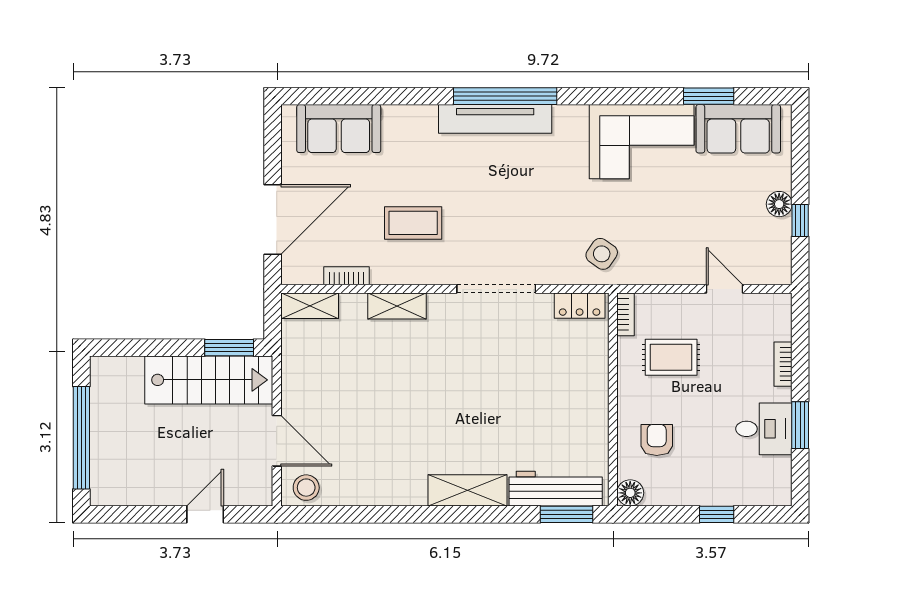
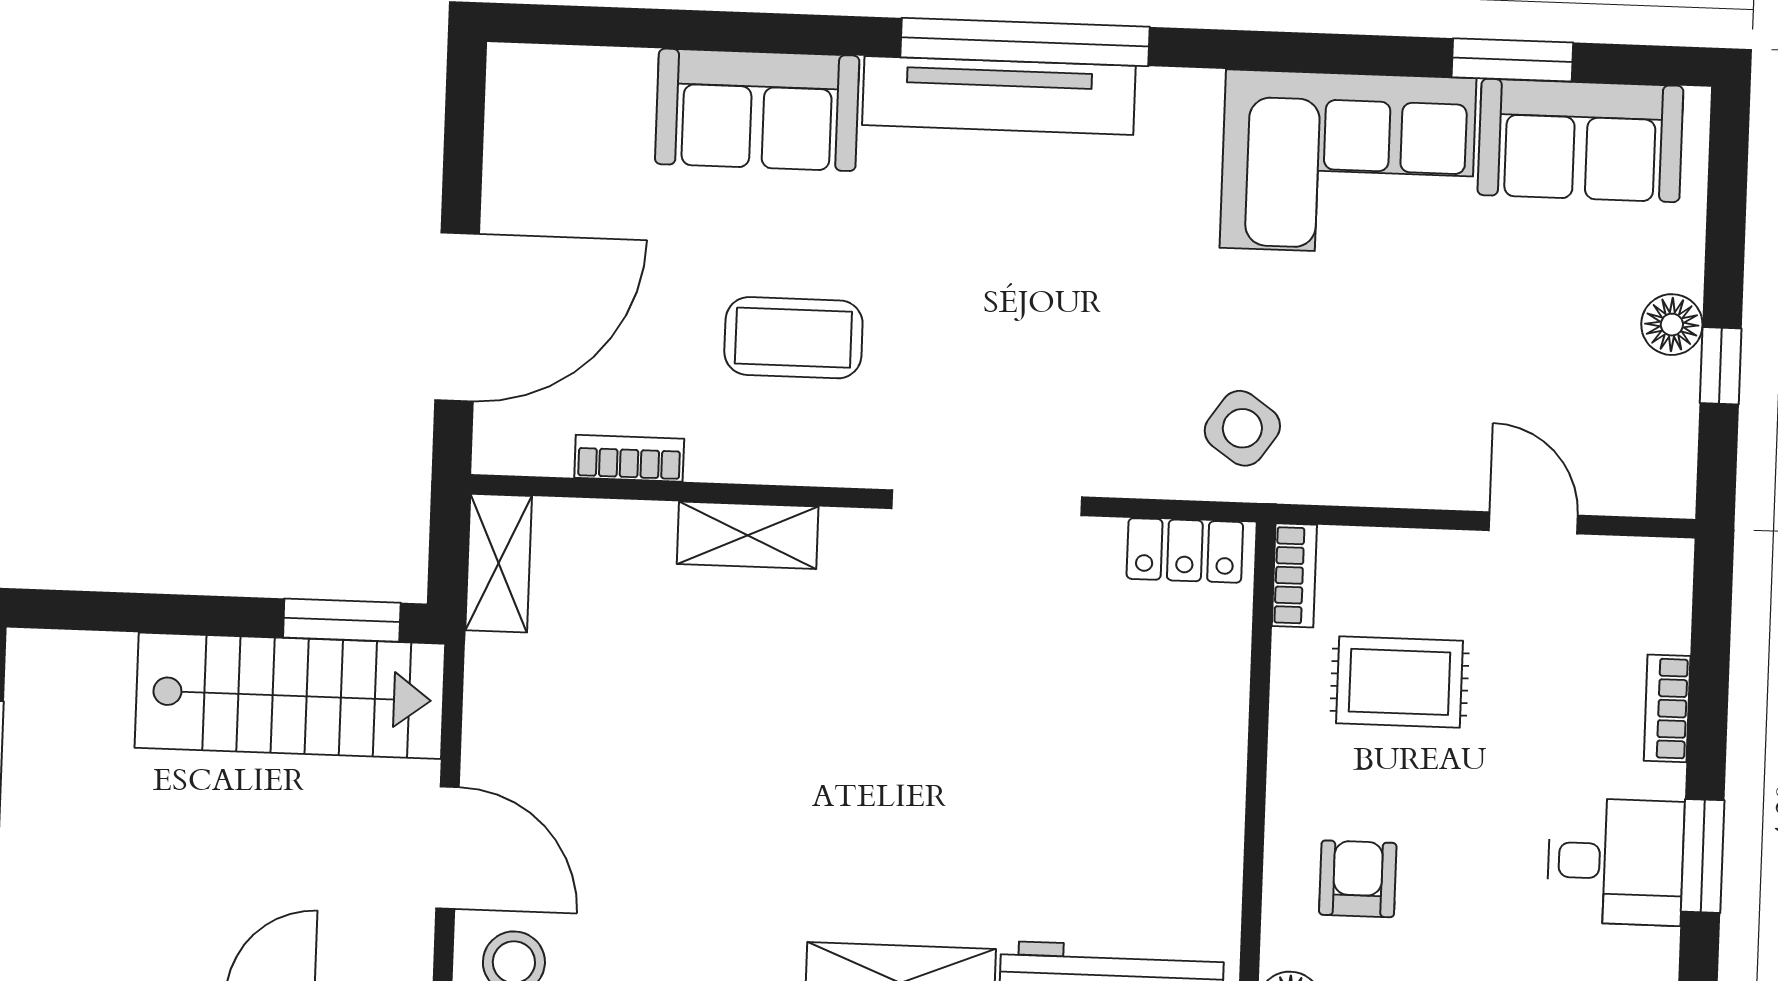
sofa: (339, 129) -> (757, 110), moved
shelving: (310, 306) -> (499, 563), moved, turned 90

